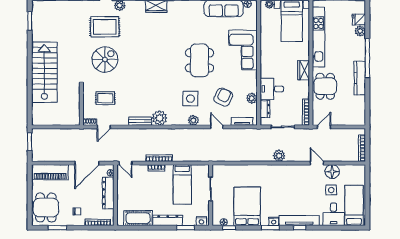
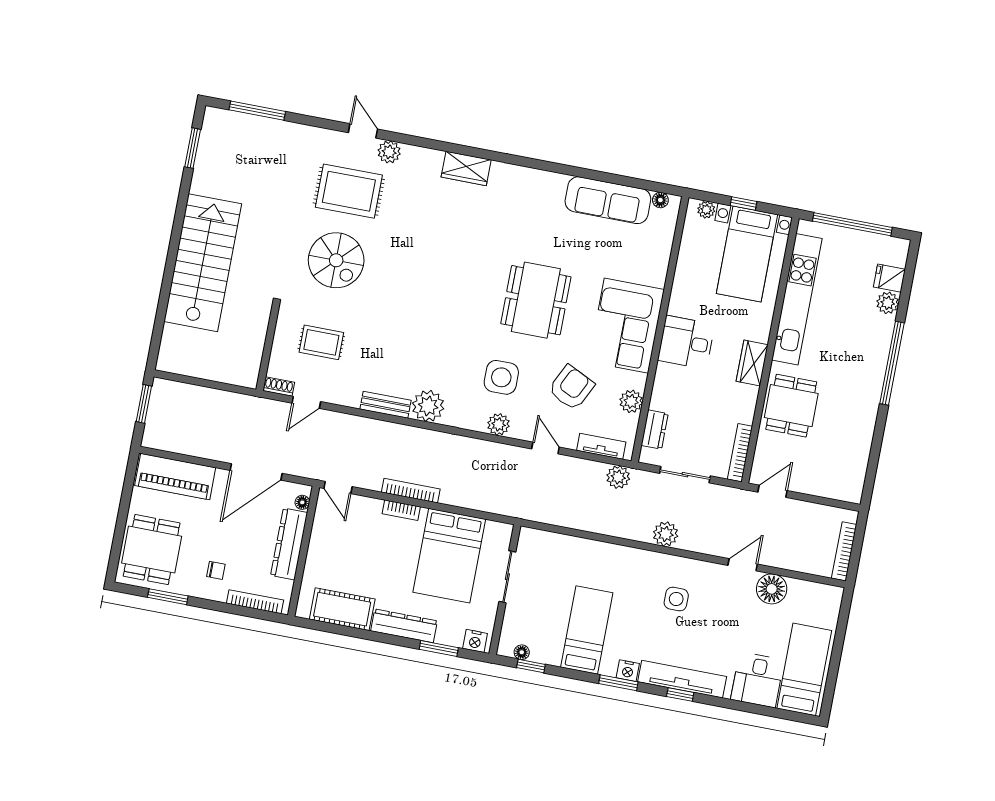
corner sofa: (243, 50) -> (626, 326), moved
spiral stairs: (105, 60) -> (336, 260), turned 90
kitchen counter: (360, 78) -> (868, 402), removed
desk: (272, 89) -> (686, 342), moved
plant: (252, 134) -> (618, 477), added
door: (317, 163) -> (743, 565), hinge flipped
bed: (182, 184) -> (449, 556), width x1.50
side table: (331, 190) -> (676, 599), moved
bed: (247, 206) -> (587, 630), width x0.67

